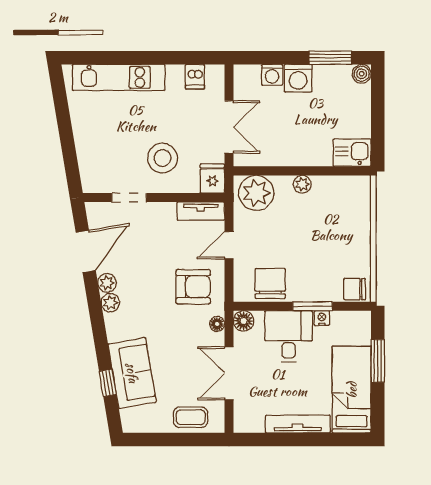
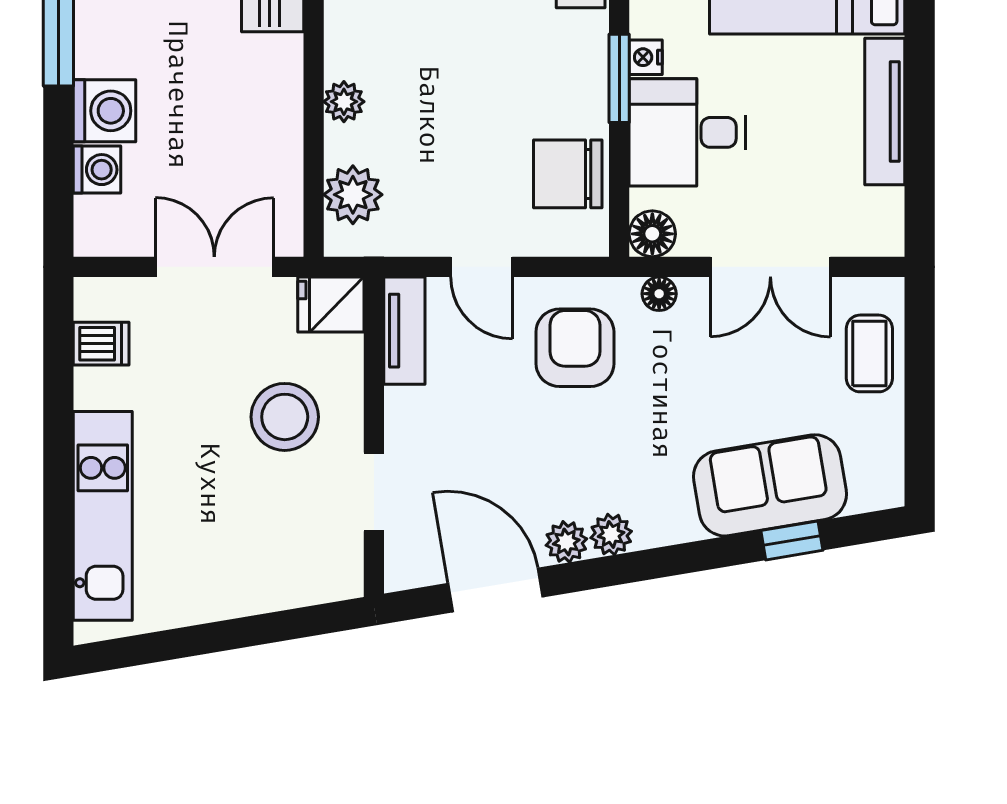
plant: (256, 193) -> (353, 195), width x0.73, depth x0.73

